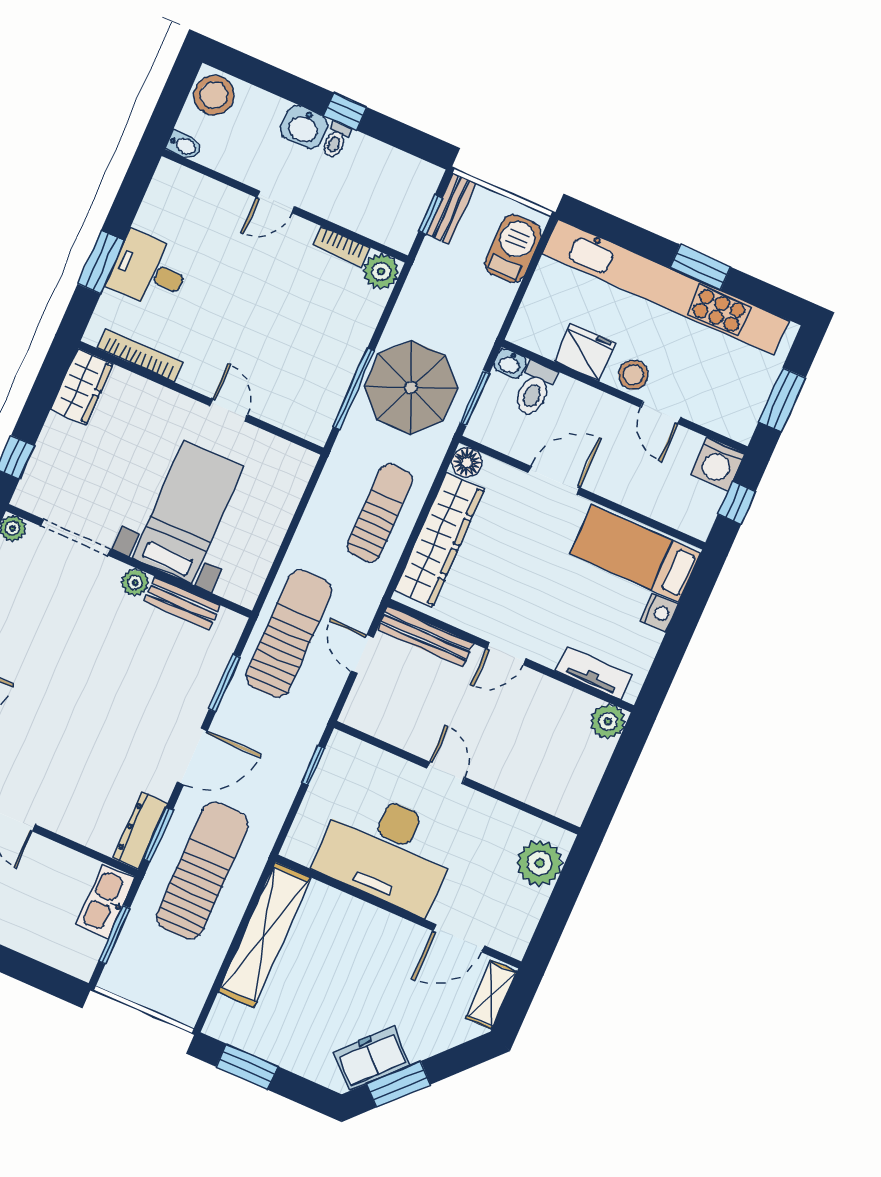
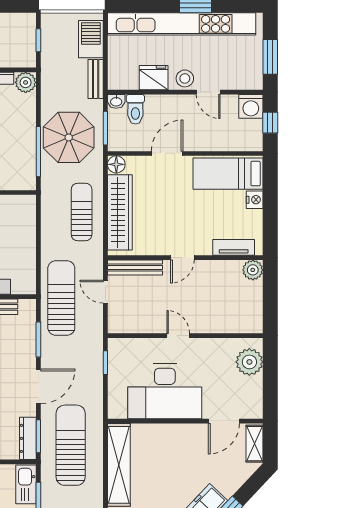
bench: (451, 209) -> (96, 79), moved

